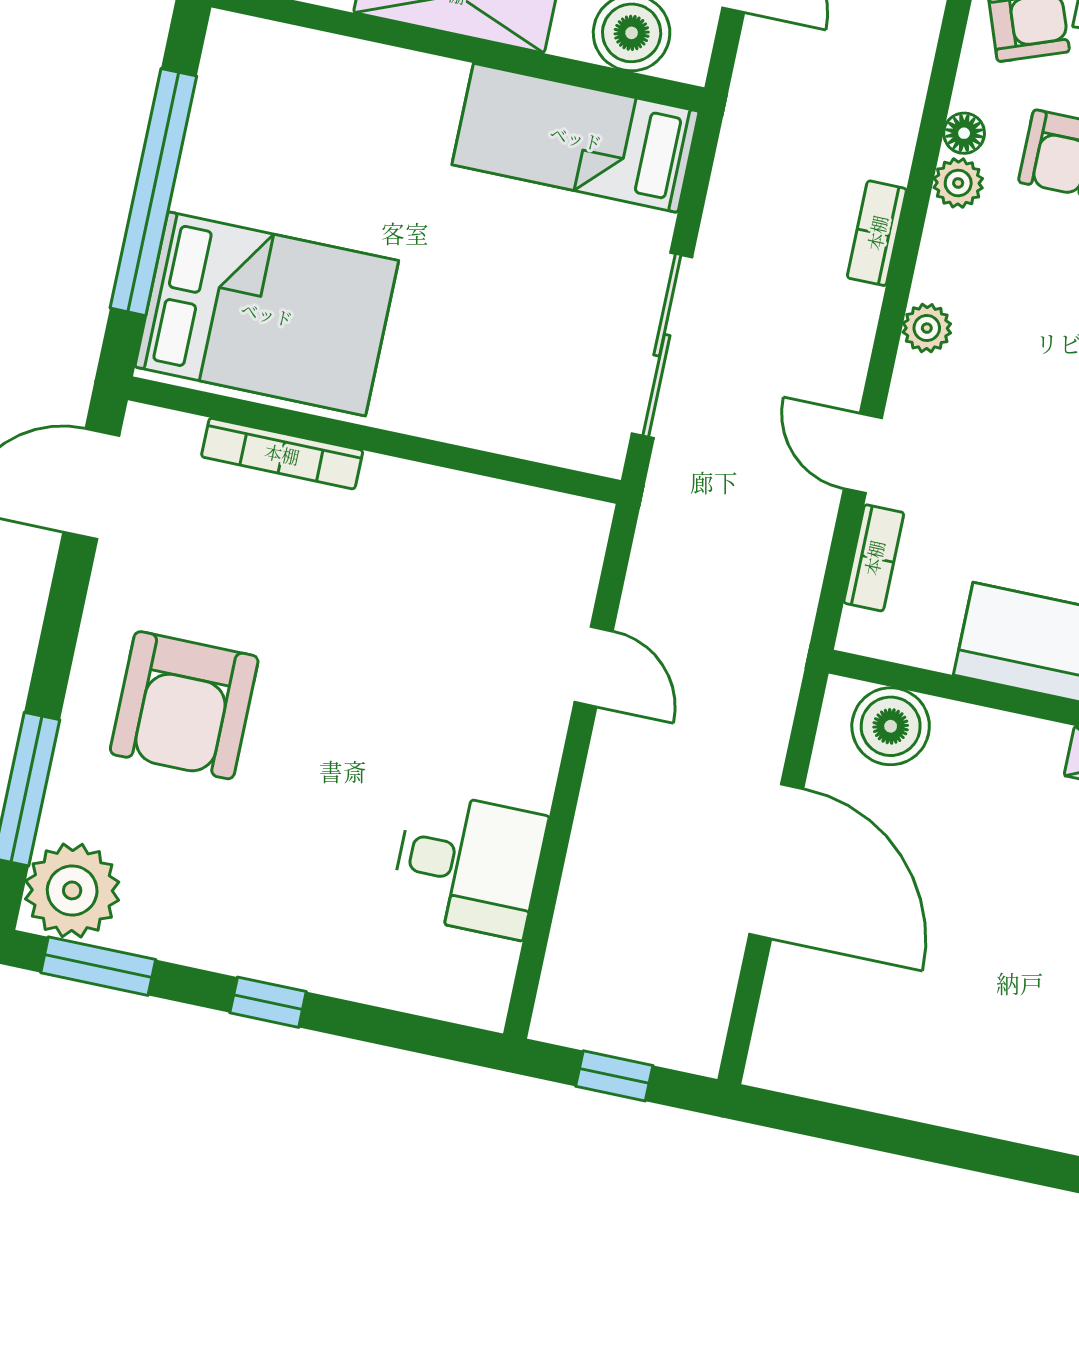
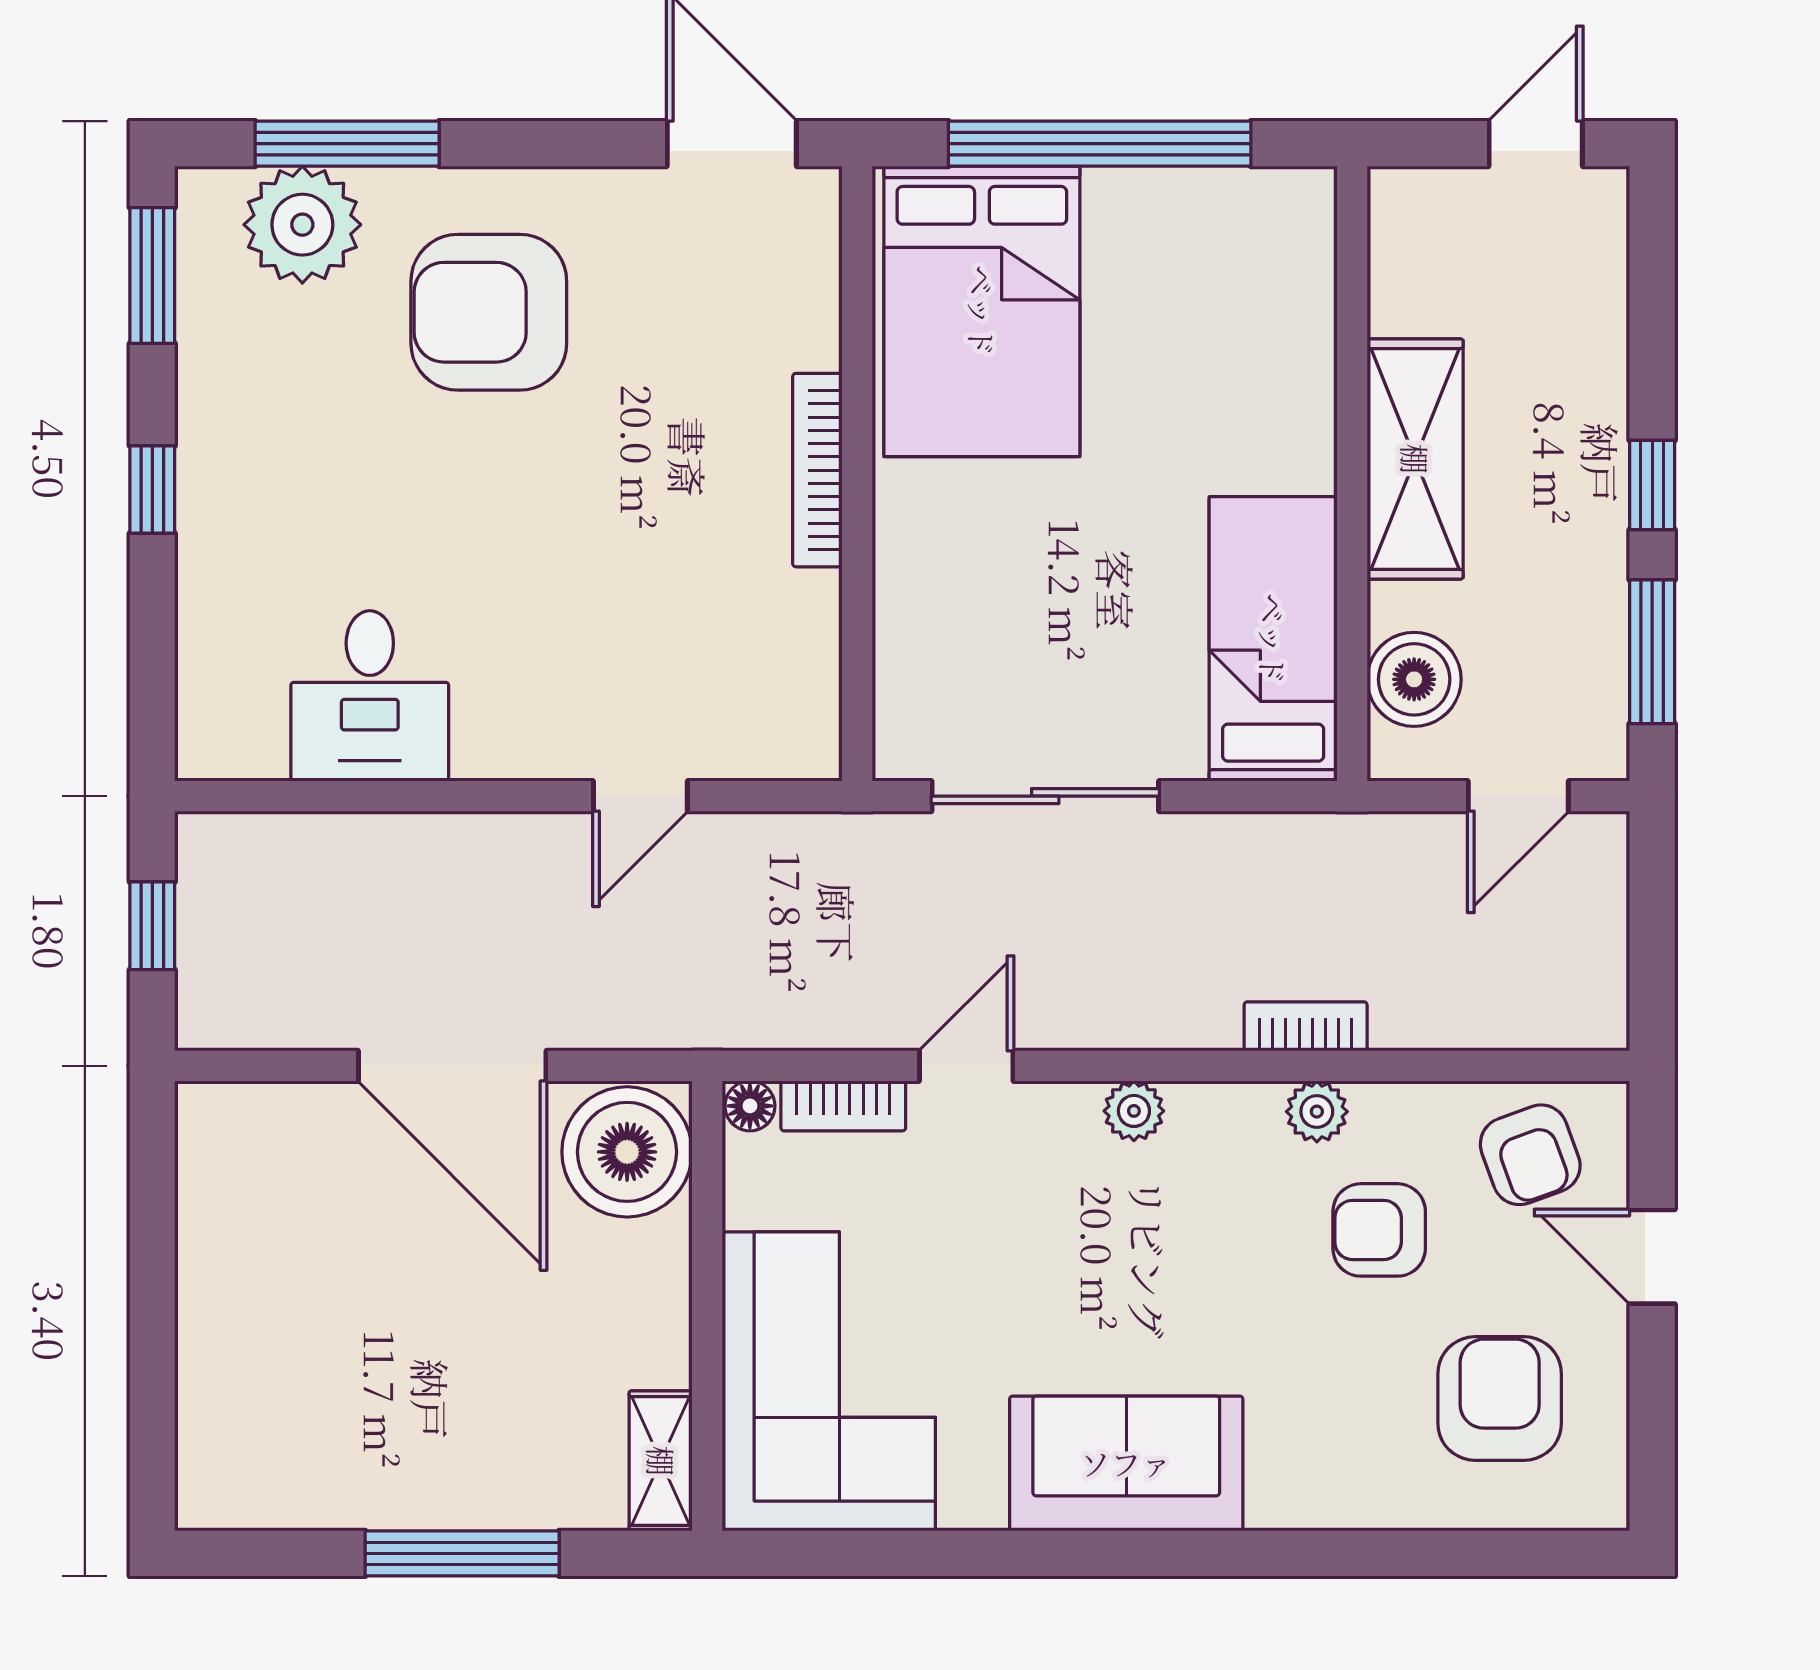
floor lamp: (964, 133) -> (750, 1106), moved
bookcase: (877, 233) -> (1306, 1026), moved
bookcase: (282, 454) -> (817, 470), moved
boiler: (891, 726) -> (627, 1152), width x1.37, depth x1.37
door: (776, 861) -> (452, 1066), hinge flipped
plant: (72, 890) -> (302, 225), moved

